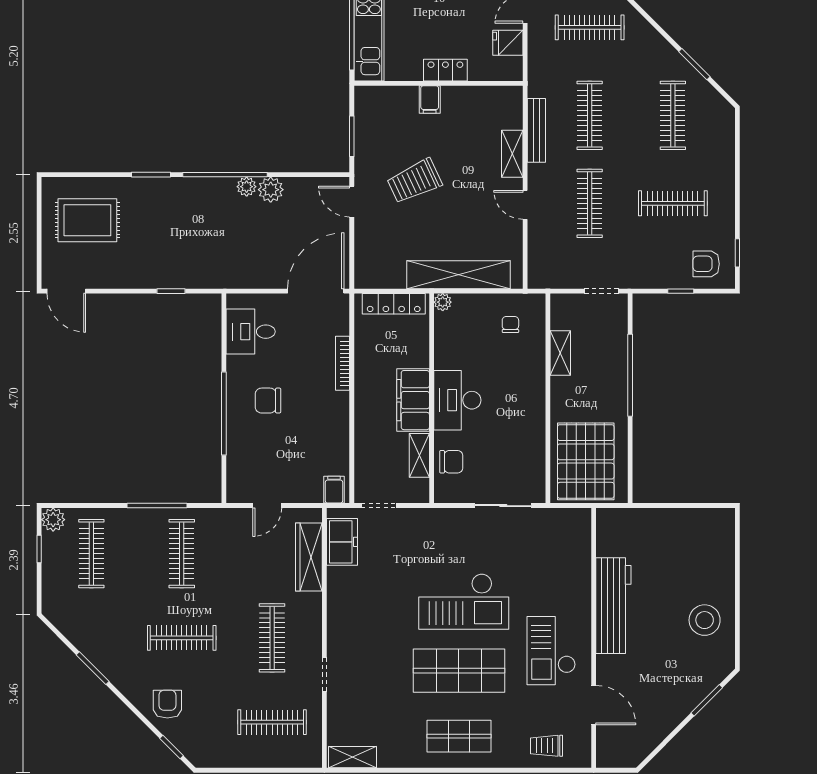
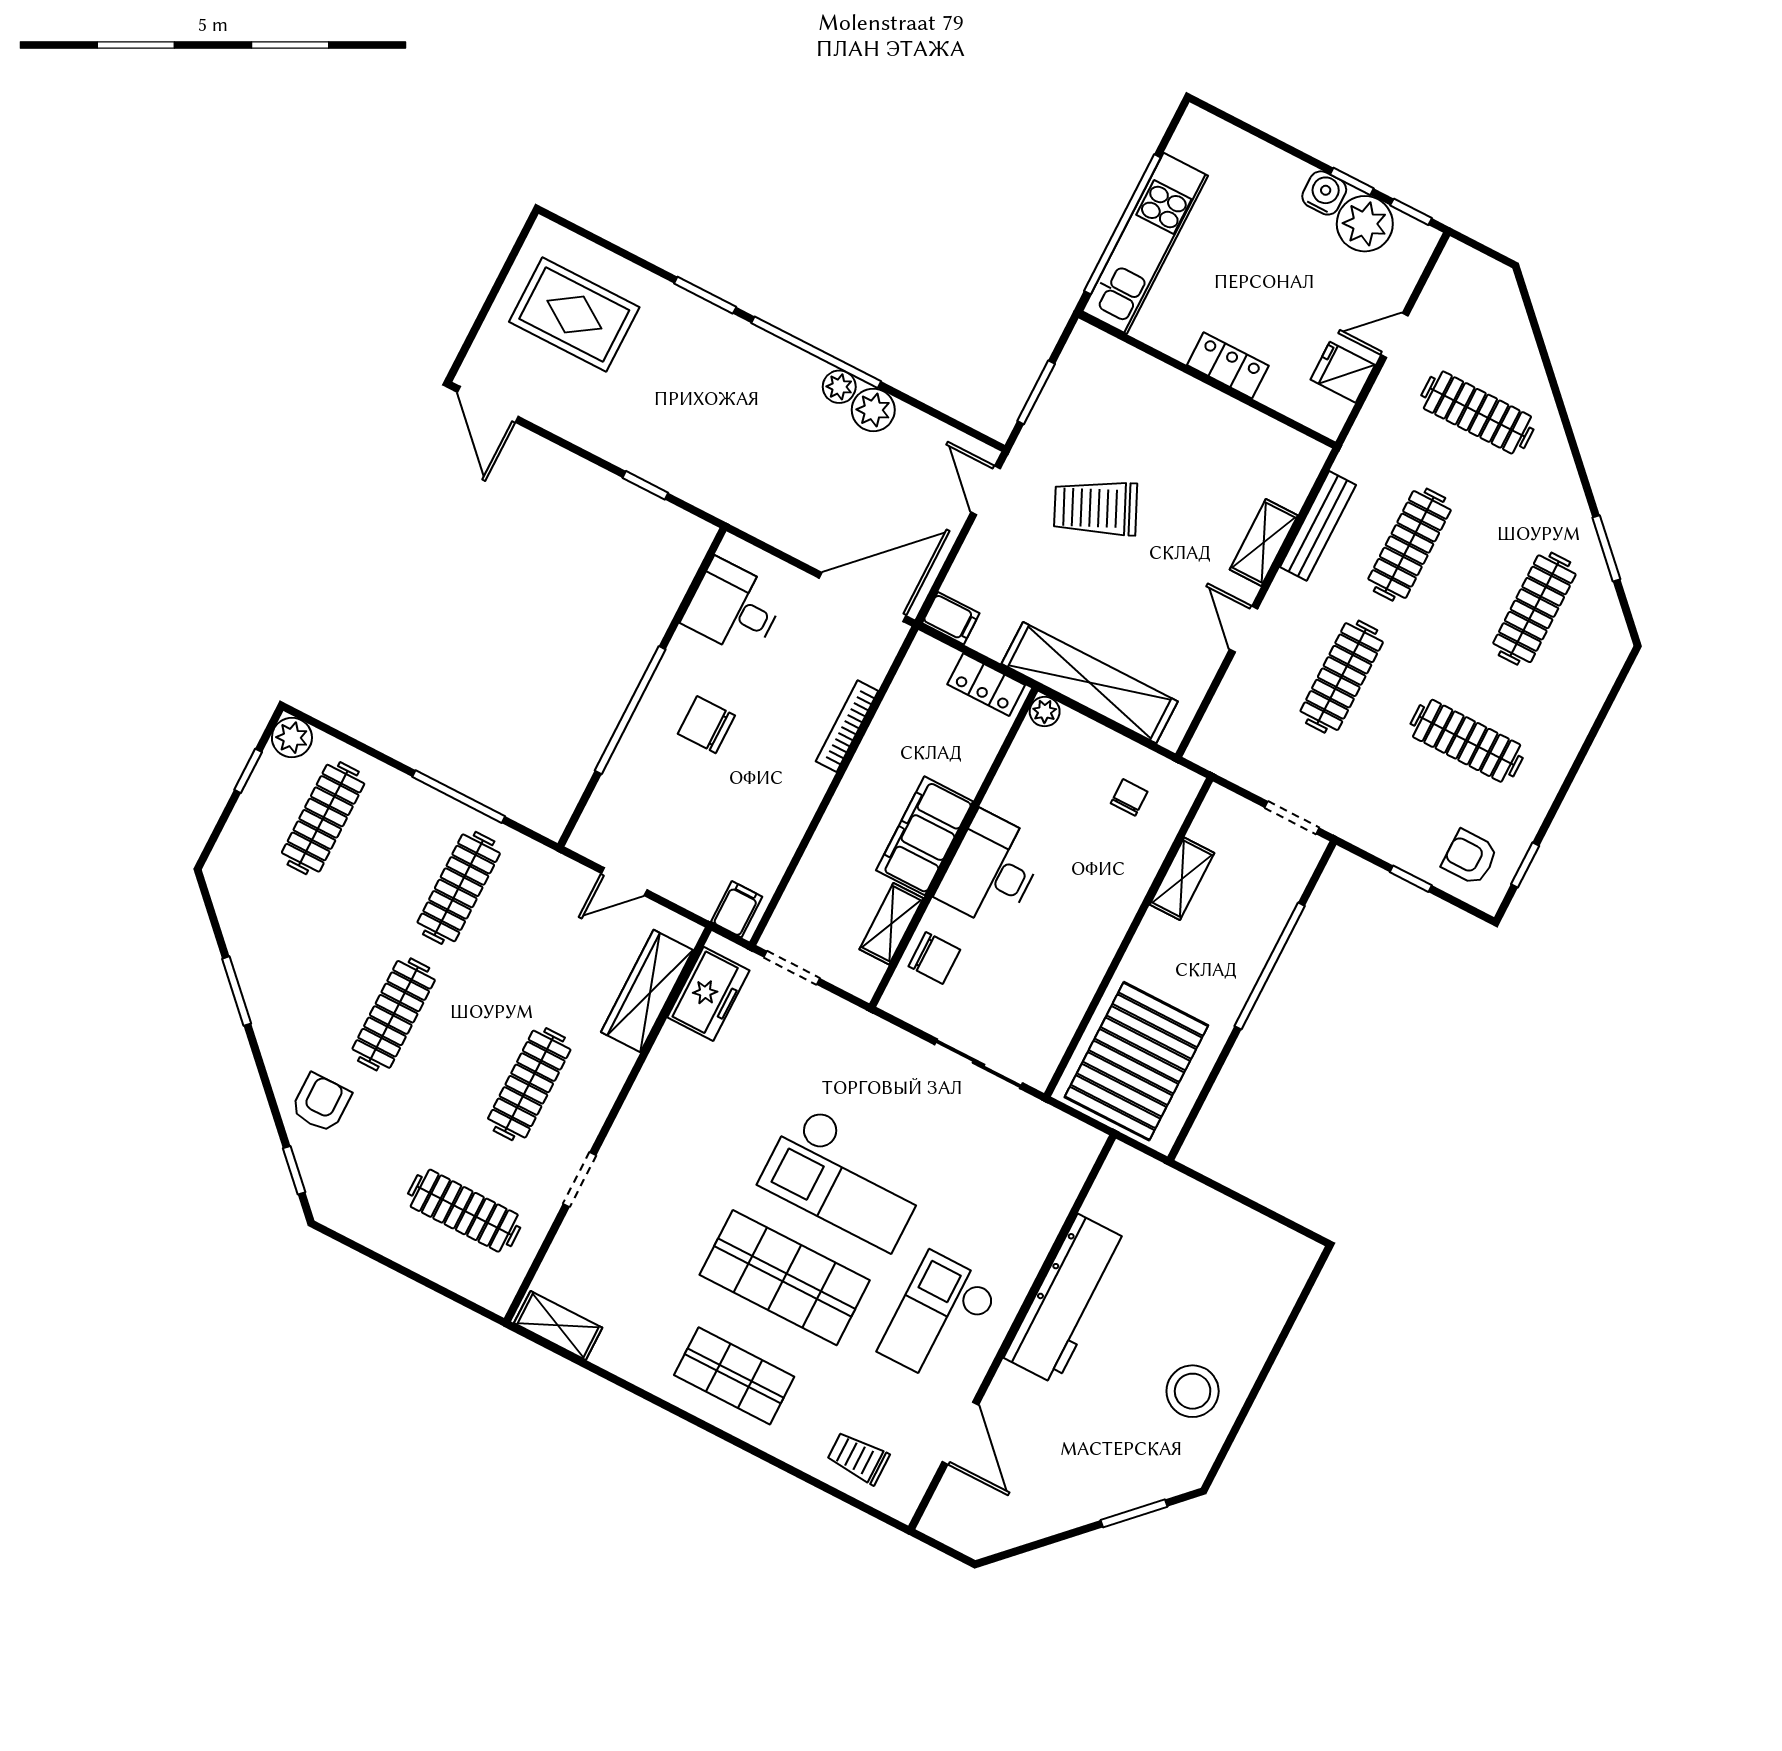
filing cabinet: (430, 100) -> (951, 618), moved, turned -90
locker: (394, 304) -> (986, 685), width x0.66
clothes rail: (182, 638) -> (394, 1014), turned 90

